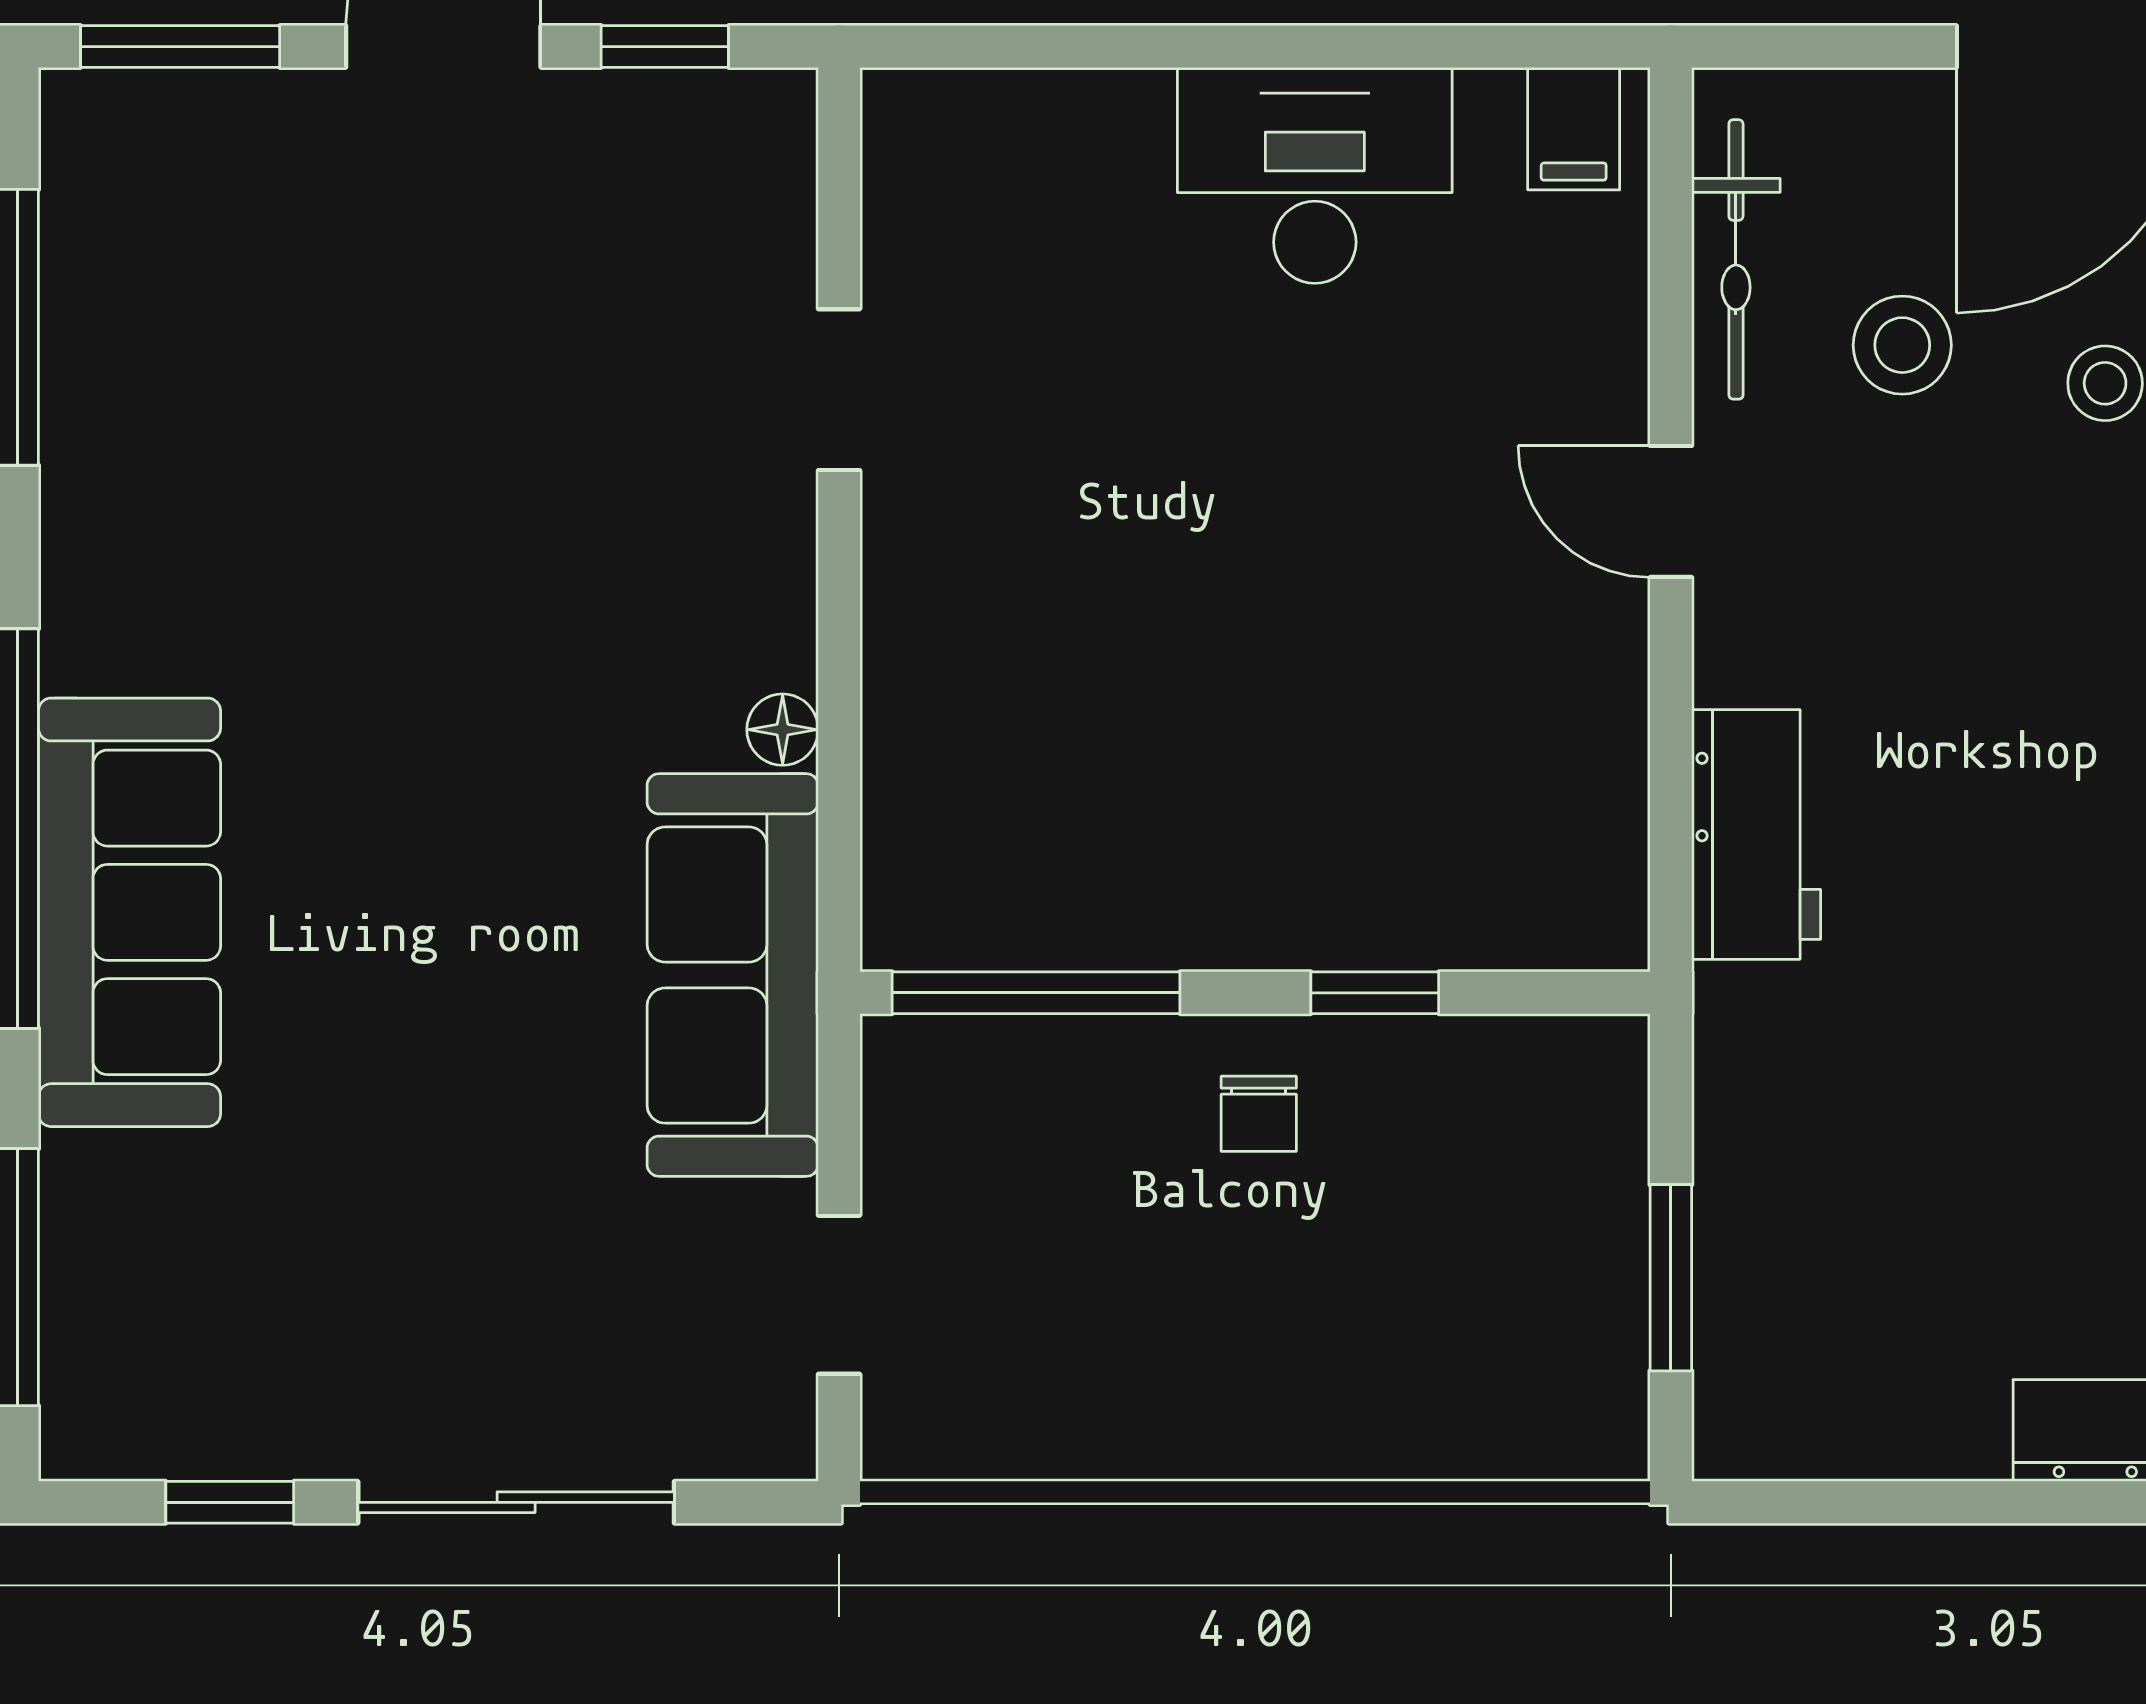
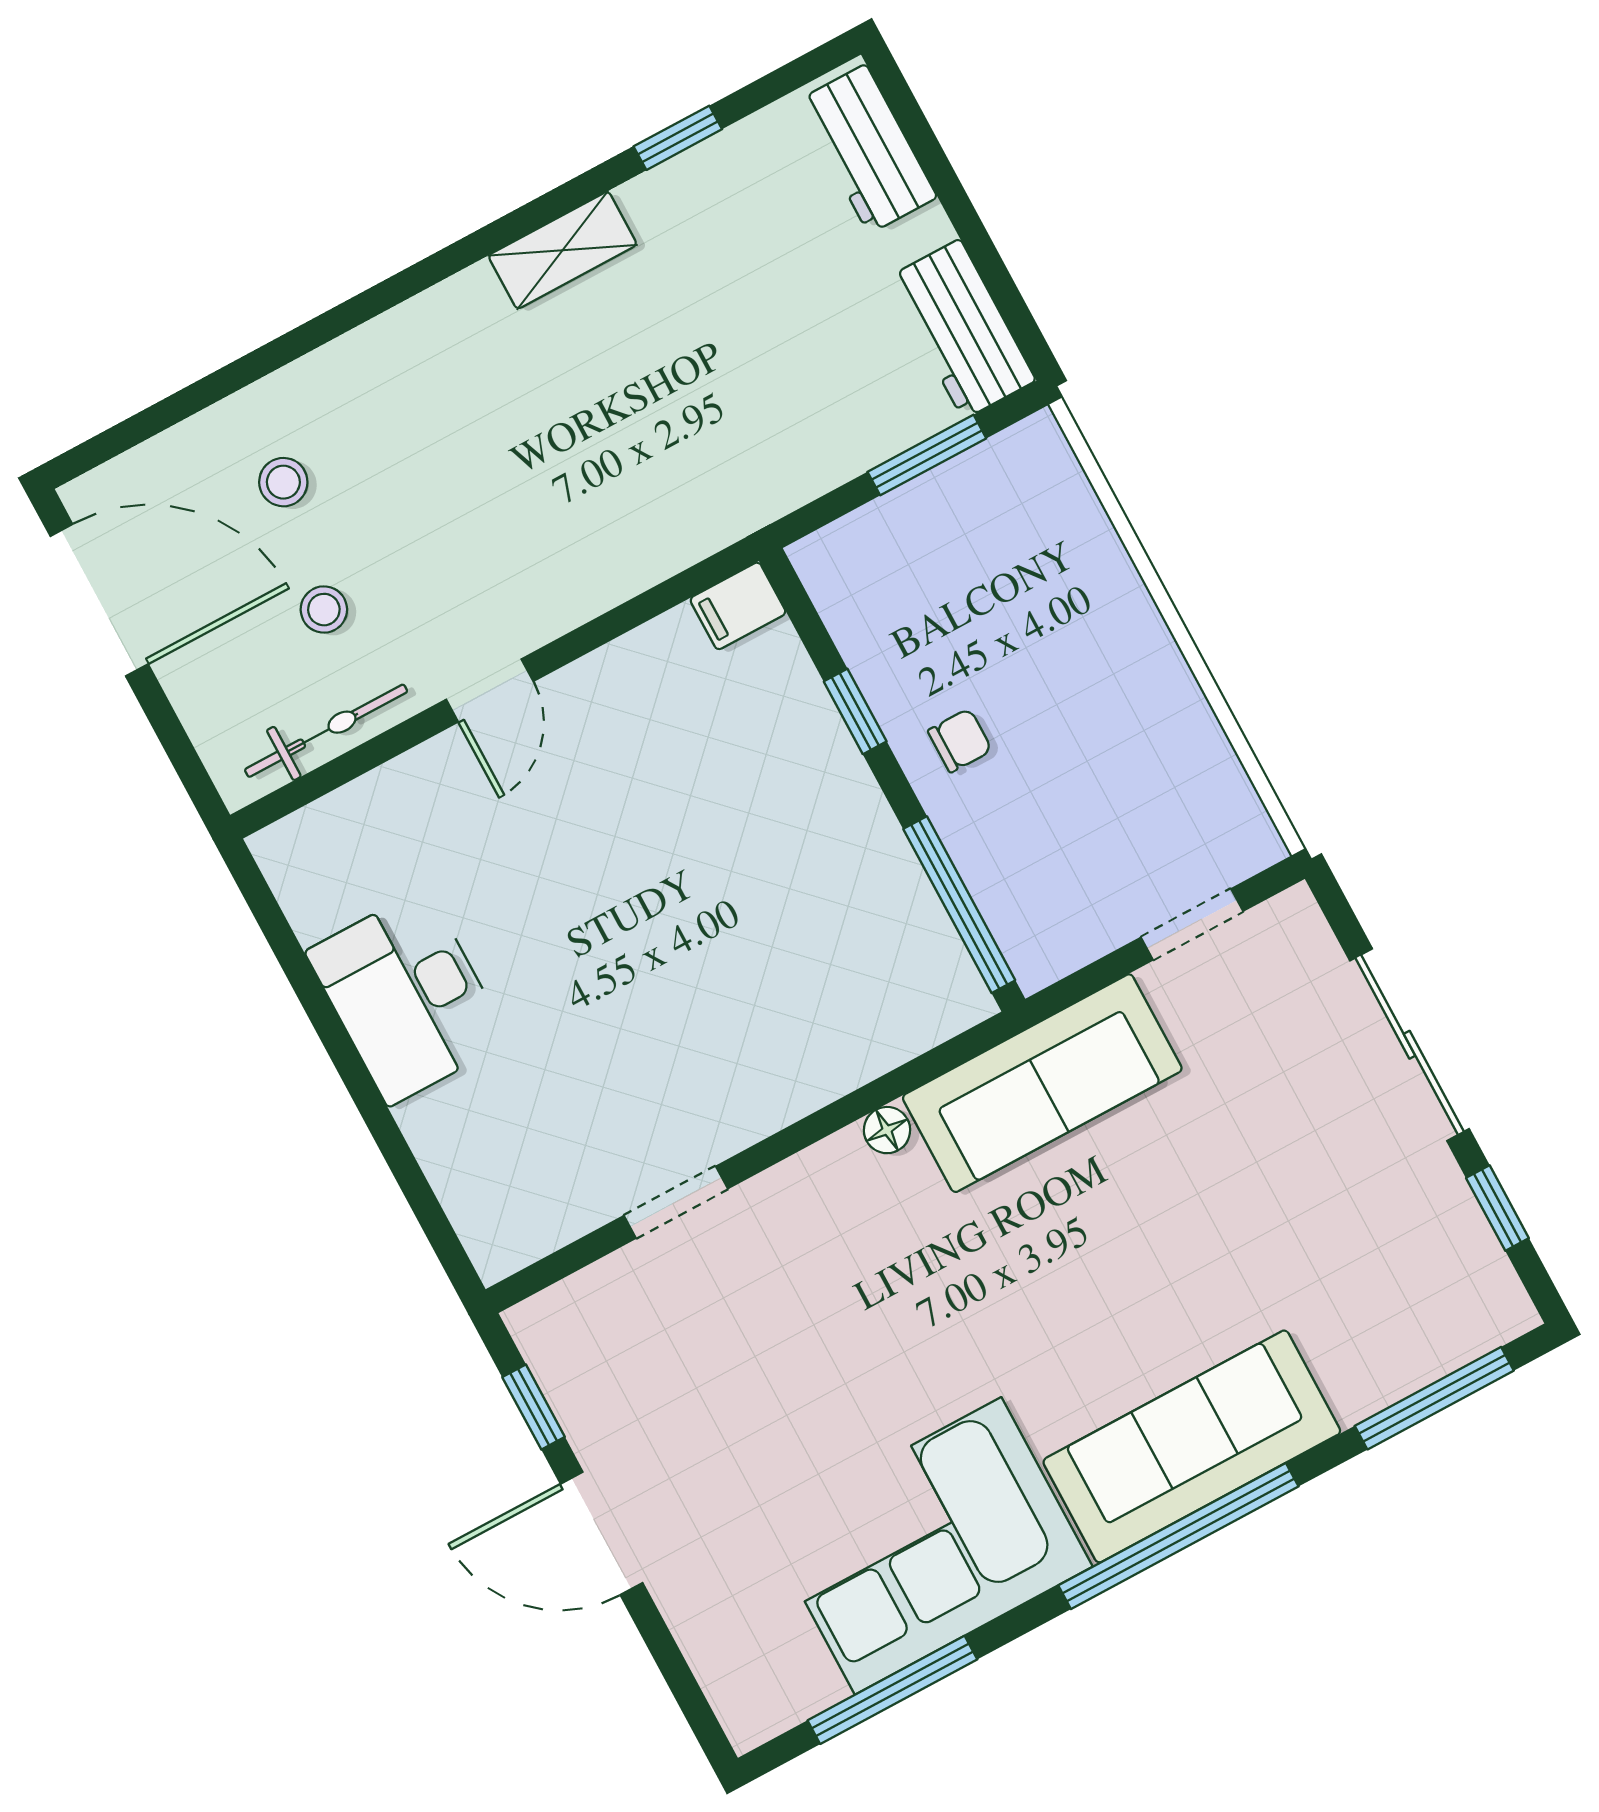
window: (180, 47) -> (682, 1683), removed
filing cabinet: (1574, 129) -> (738, 606), moved, turned 180
stool: (1902, 345) -> (324, 610), width x0.73, depth x0.73
corner sofa: (187, 481) -> (928, 1546), added
workbench: (1756, 834) -> (962, 329), moved, turned -90

